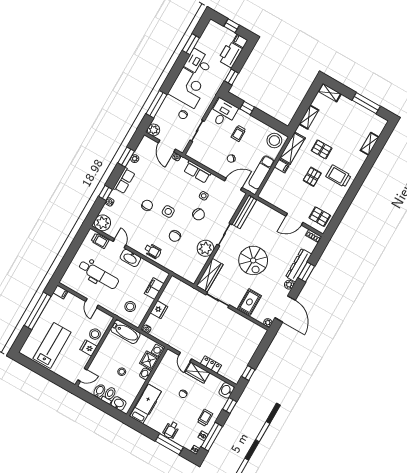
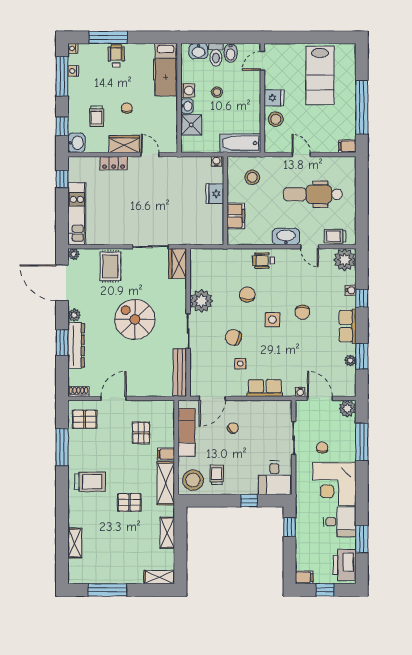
printer: (230, 55) -> (344, 565), moved, turned 180
trolley: (238, 133) -> (217, 475), moved
pallet: (312, 177) -> (141, 433), moved
window: (343, 207) -> (62, 447), added
wardrobe: (210, 275) -> (178, 264), width x0.67
kitchen unit: (251, 346) -> (77, 214), added
washing machine: (158, 351) -> (188, 91), moved
trolley: (205, 418) -> (97, 116), moved

